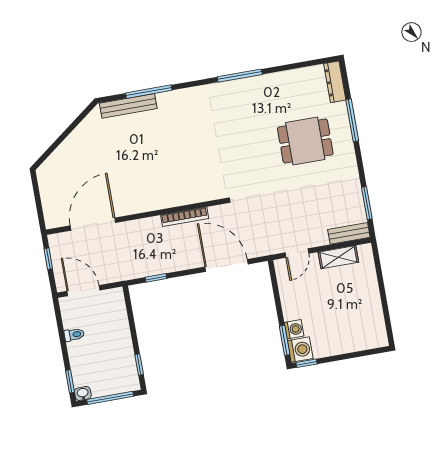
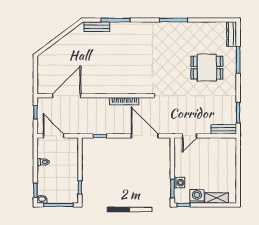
bench: (128, 106) -> (97, 27), width x0.73
shelving: (338, 257) -> (217, 198), moved
washing machine: (300, 350) -> (197, 196), moved, turned -90

